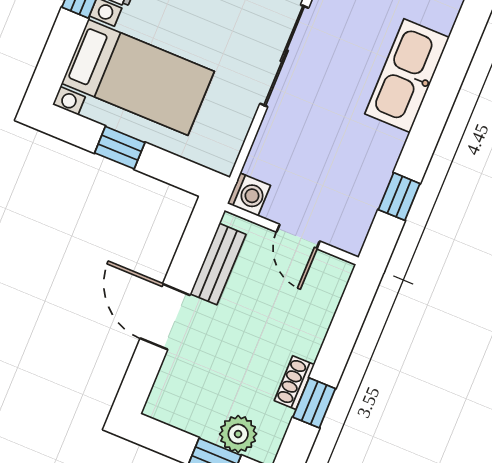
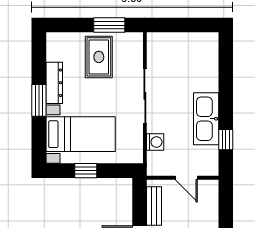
kitchen sink: (407, 76) -> (206, 119), moved
washing machine: (249, 194) -> (155, 142), moved

